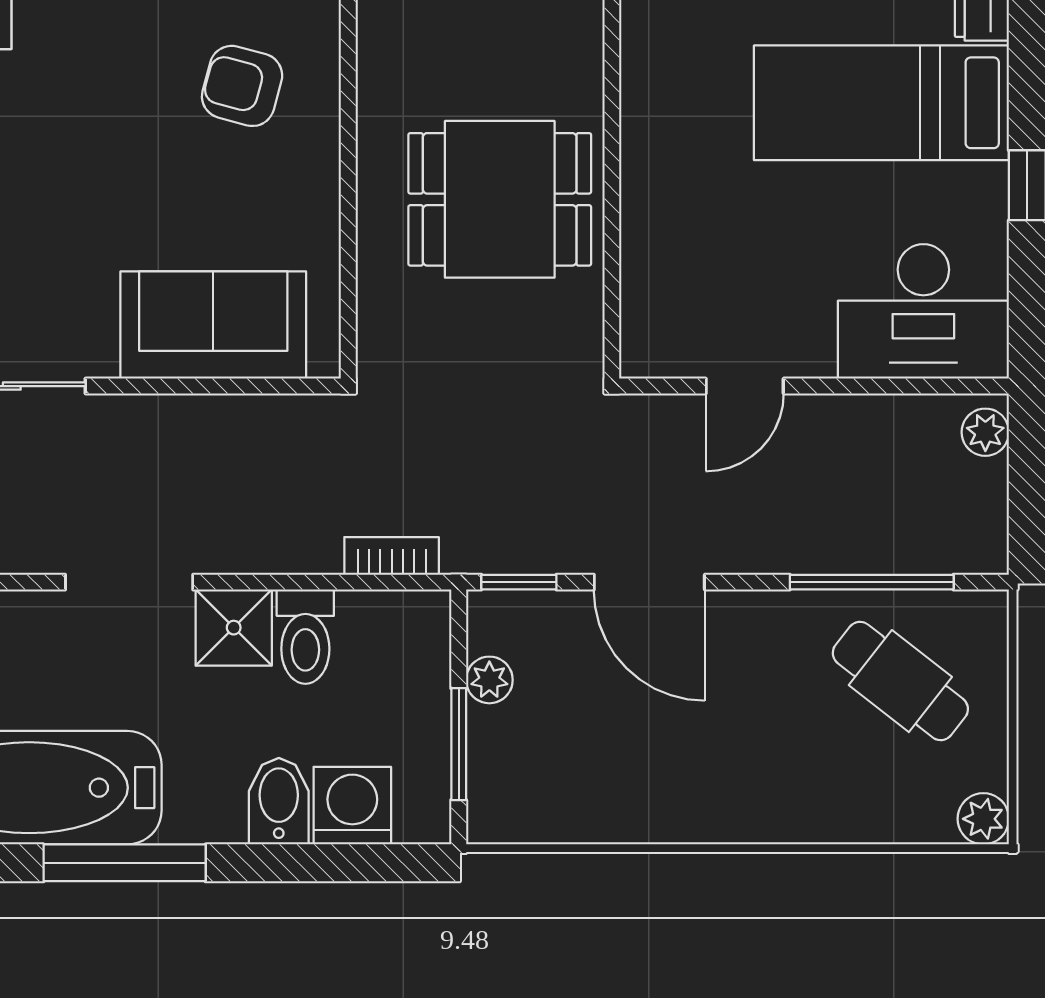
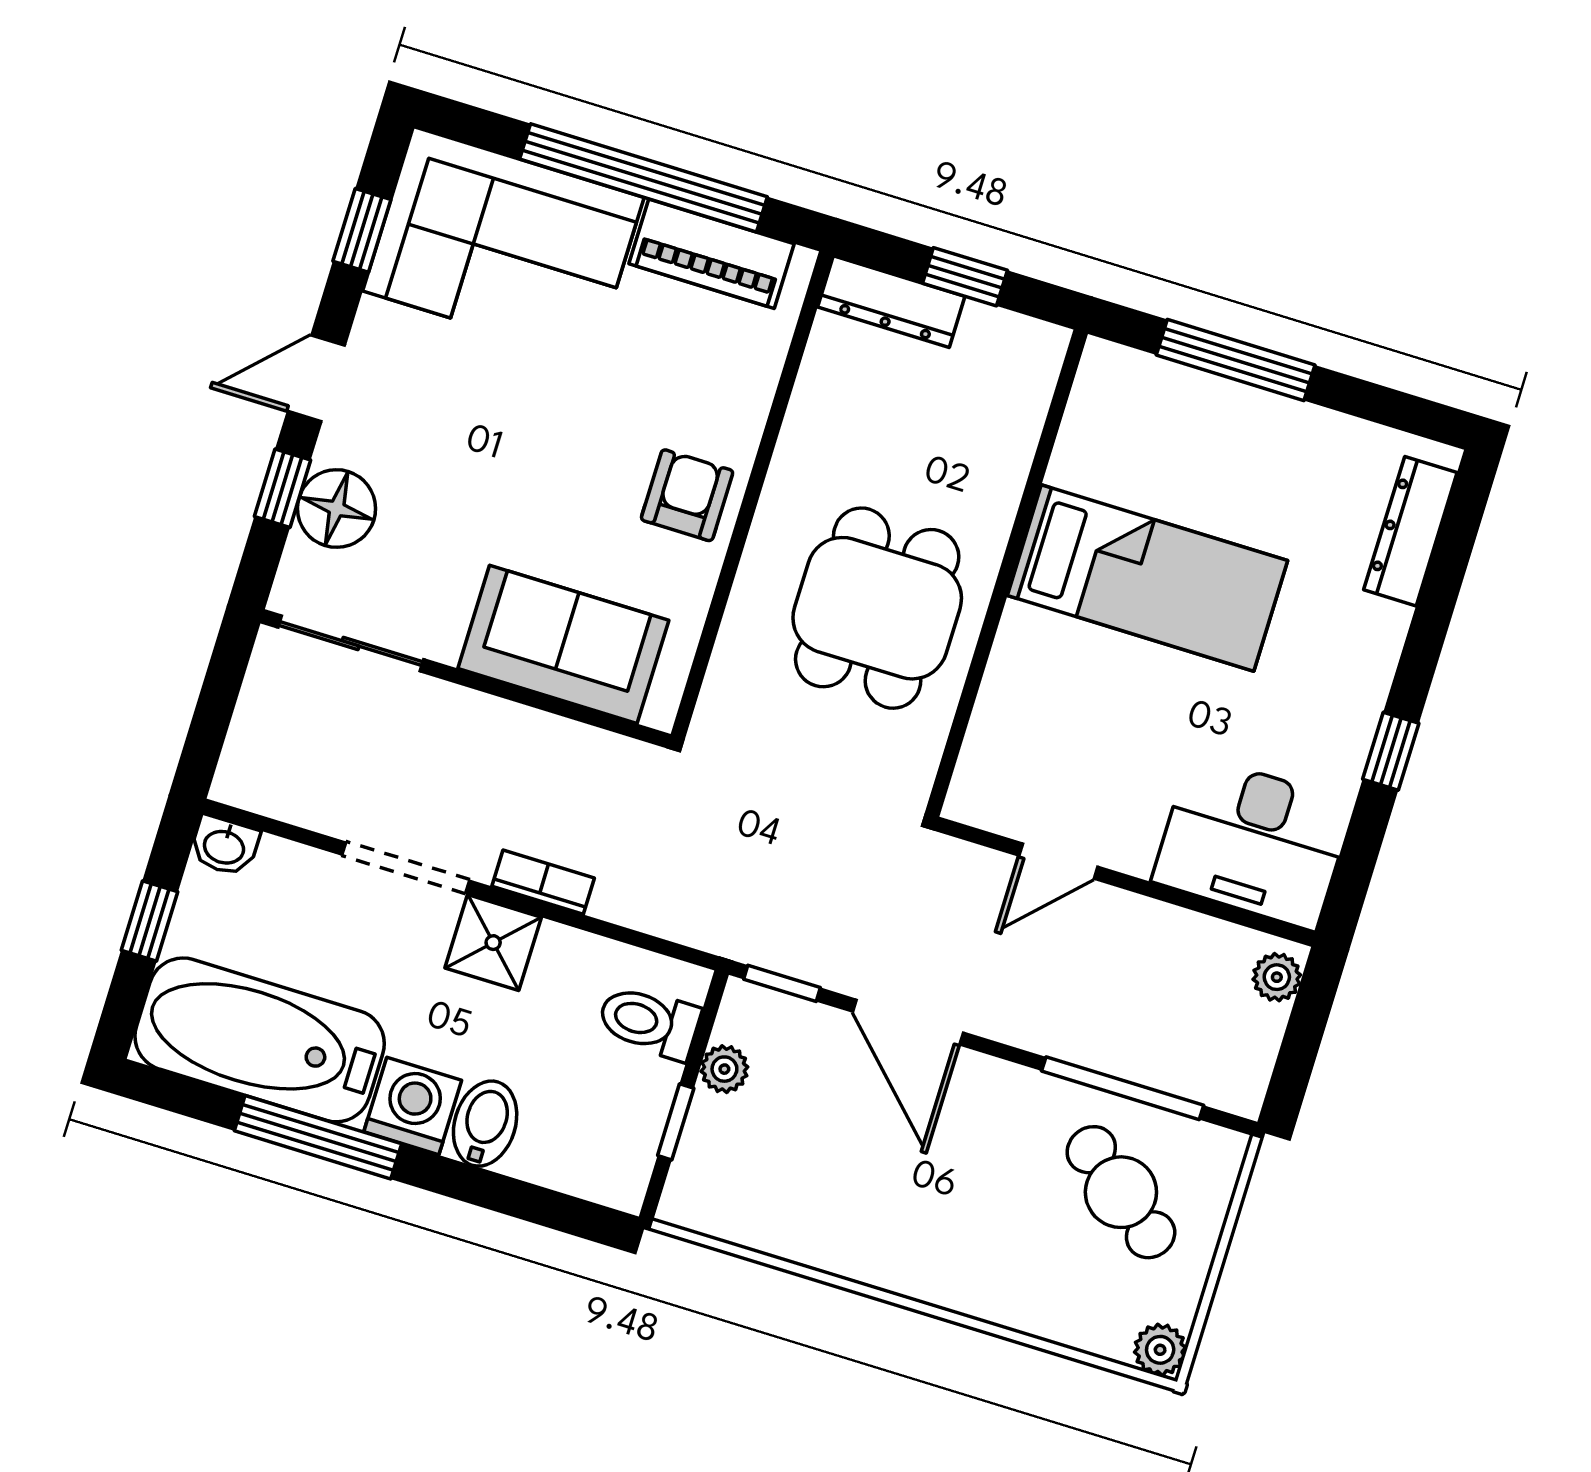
armchair: (242, 86) -> (687, 495), moved, turned 75
bed: (881, 103) -> (1147, 578), moved, turned 180
dining table: (500, 199) -> (877, 608), turned 90
bookcase: (392, 556) -> (543, 882), moved
toilet: (305, 637) -> (649, 1022), moved, turned 90
window: (459, 744) -> (676, 1122), width x0.67
washing machine: (352, 806) -> (413, 1106), moved

